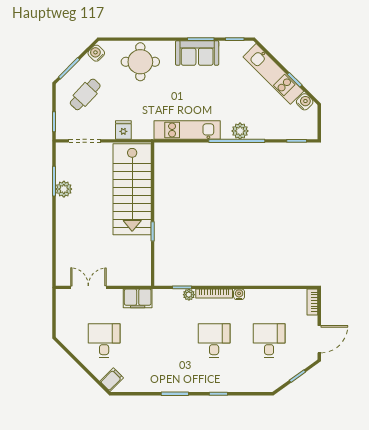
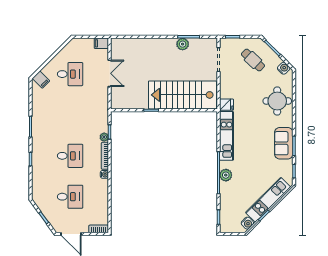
fridge: (123, 130) -> (227, 105), moved
double door: (88, 287) -> (110, 73), moved
filing cabinet: (138, 298) -> (101, 43), moved, width x0.50

